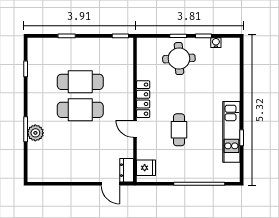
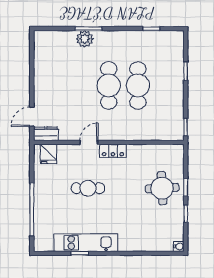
water cooler: (216, 43) -> (179, 246), moved
locker: (143, 99) -> (113, 151), width x0.66

